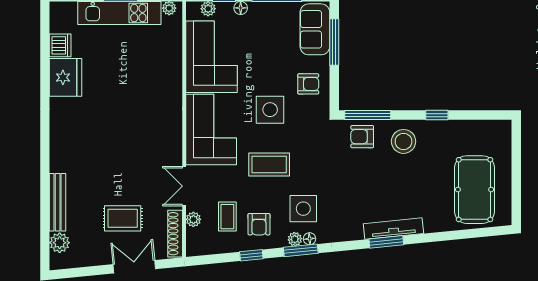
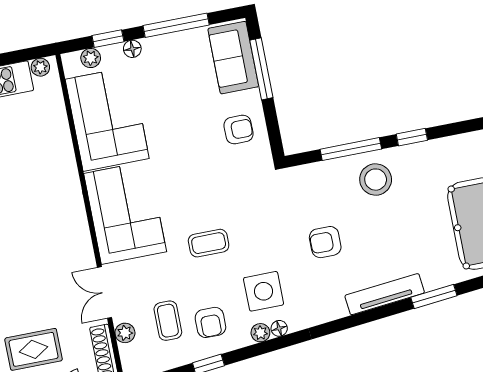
side table: (270, 110) -> (196, 172), removed
window: (368, 115) -> (351, 149), moved
armchair: (362, 137) -> (325, 242), moved
coffee table: (269, 165) -> (209, 243), width x0.73, depth x0.77
window: (386, 242) -> (434, 297), moved
window: (301, 250) -> (271, 345), removed

